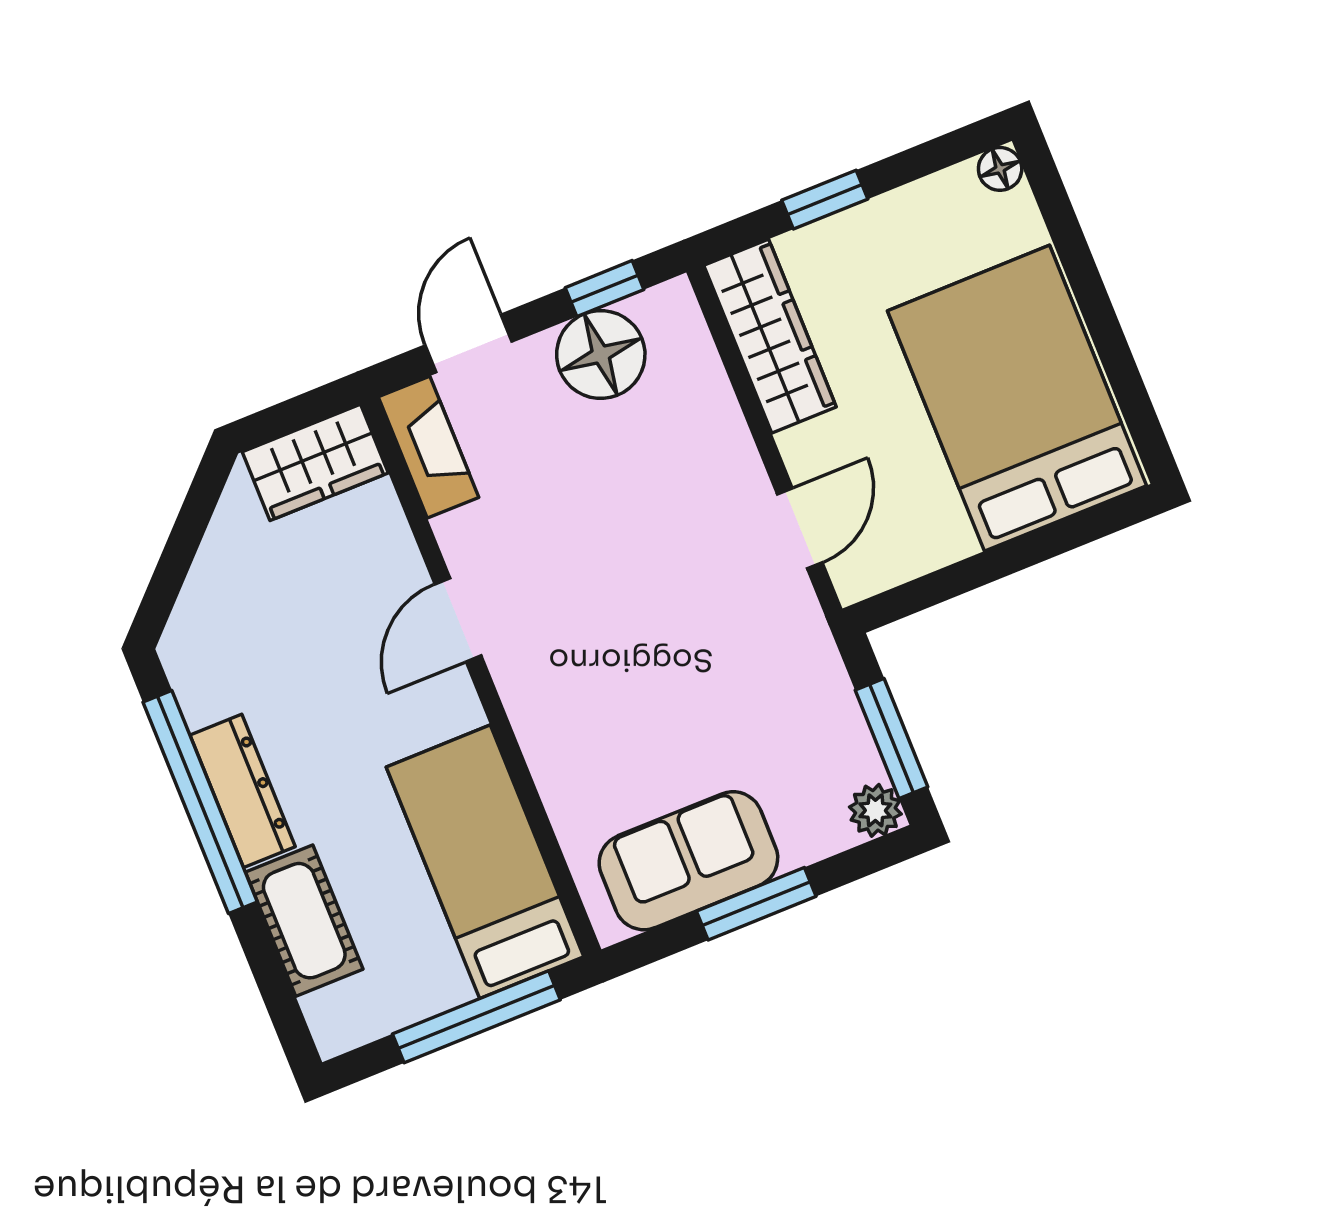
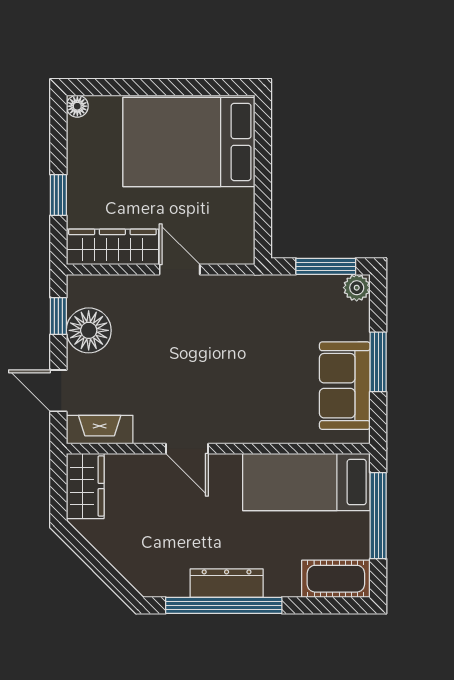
door: (800, 528) -> (180, 270), moved
cot: (304, 921) -> (336, 579), moved

